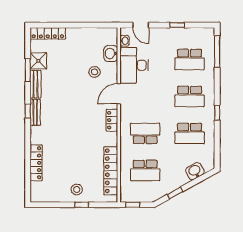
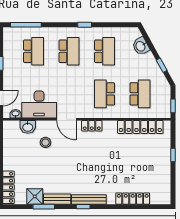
bench: (35, 112) -> (89, 199), width x1.36
stool: (77, 190) -> (158, 160), removed

